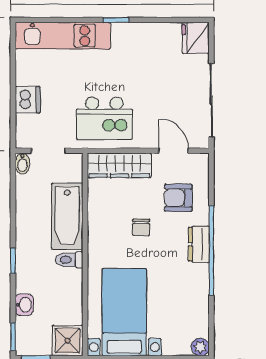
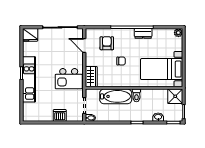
kitchen unit: (63, 36) -> (29, 79), moved
kitchen island: (104, 118) -> (69, 79), turned 90
door: (174, 151) -> (84, 45), hinge flipped
wardrobe: (119, 165) -> (91, 77), width x0.67
armchair: (178, 198) -> (107, 43), turned 180
dresser: (199, 244) -> (143, 33), moved

